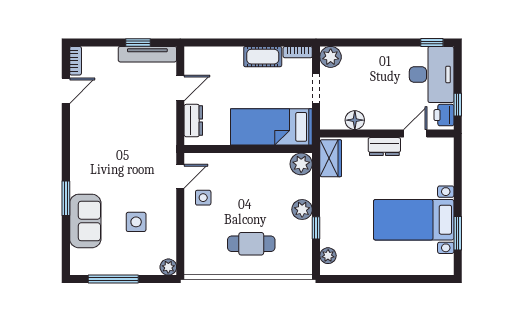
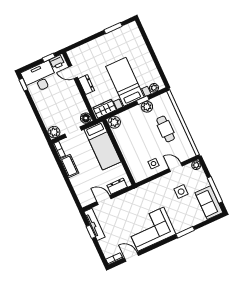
floor lamp: (355, 120) -> (86, 118), moved
corner sofa: (97, 143) -> (151, 229), added
door: (180, 176) -> (176, 167), moved
plant: (302, 210) -> (147, 107), moved
bed with nightstands: (414, 220) -> (125, 82), moved, turned 180
sofa: (85, 221) -> (209, 203), moved, turned -90

